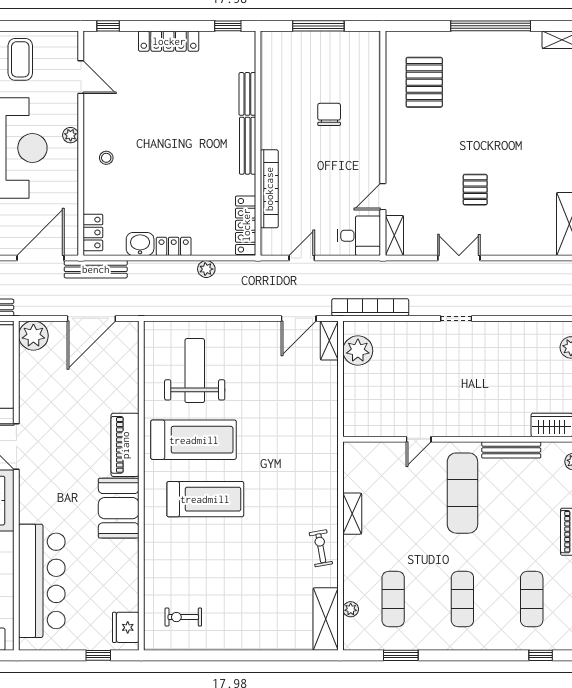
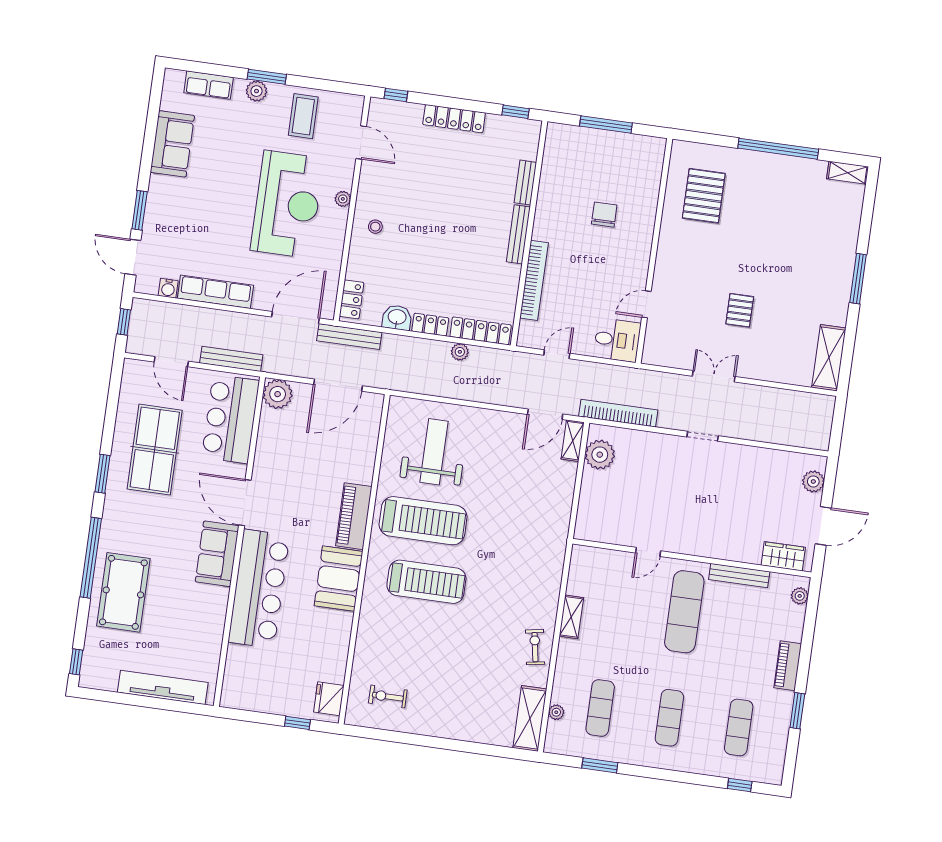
locker: (246, 225) -> (481, 331), moved, turned 90
shelving: (394, 235) -> (652, 345), removed
bar counter: (42, 581) -> (259, 589), moved

